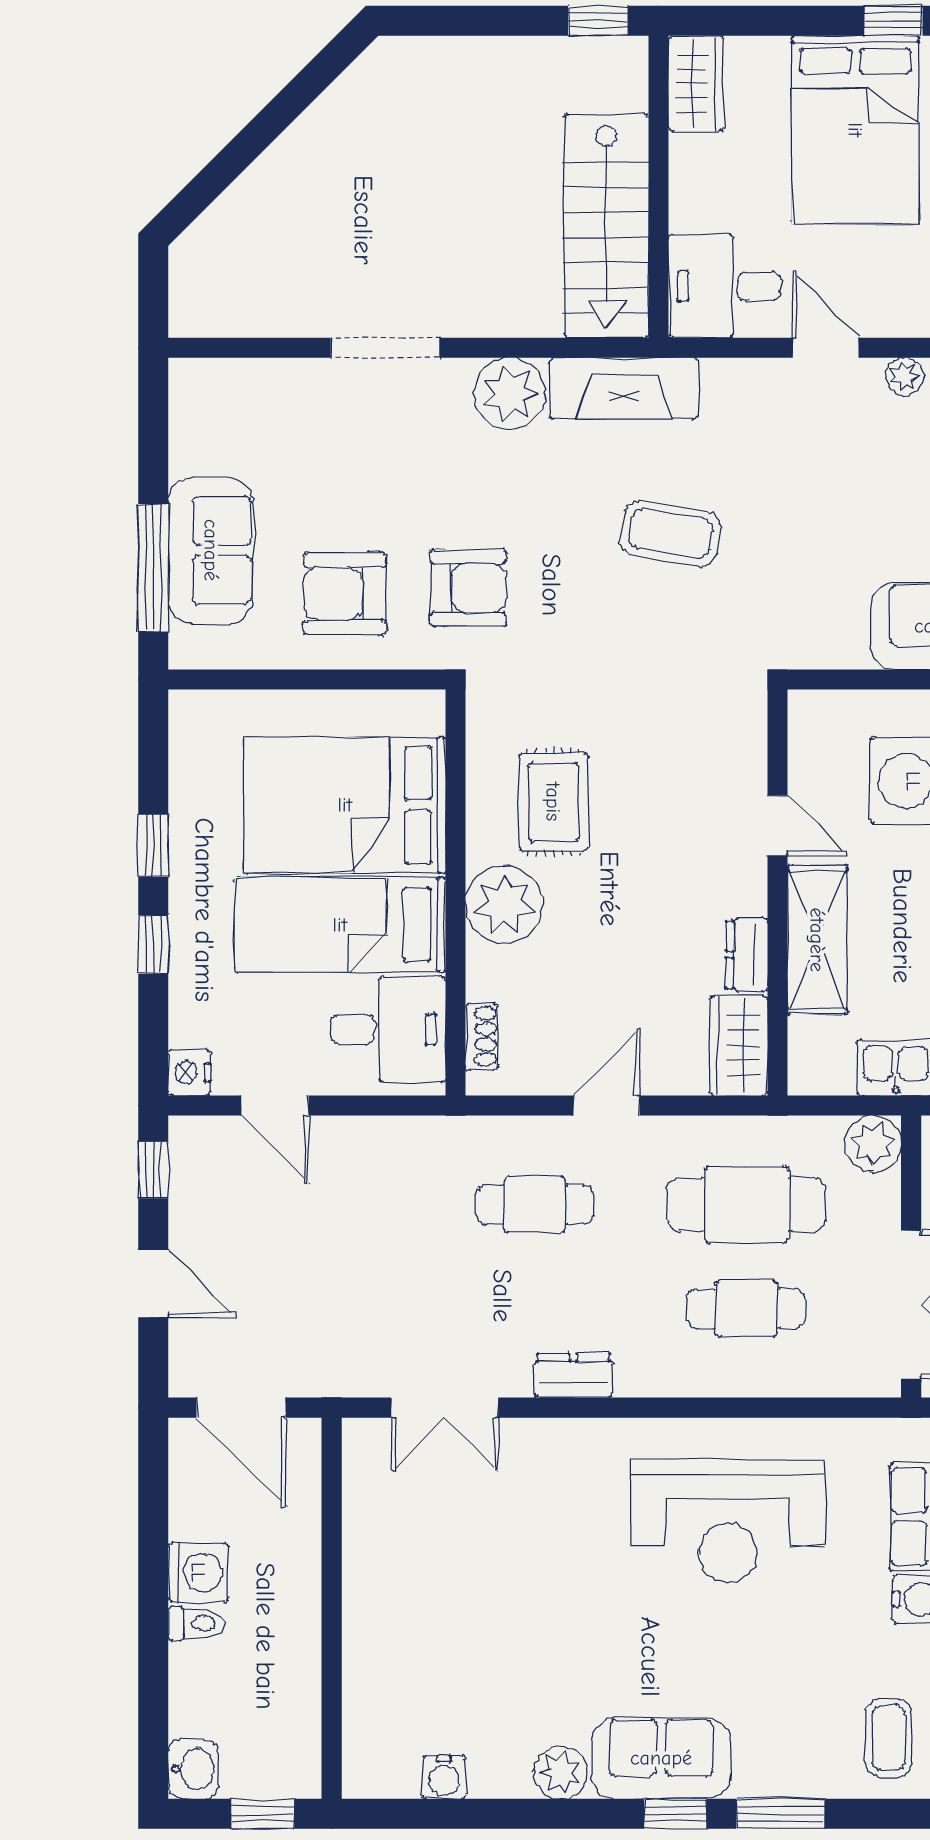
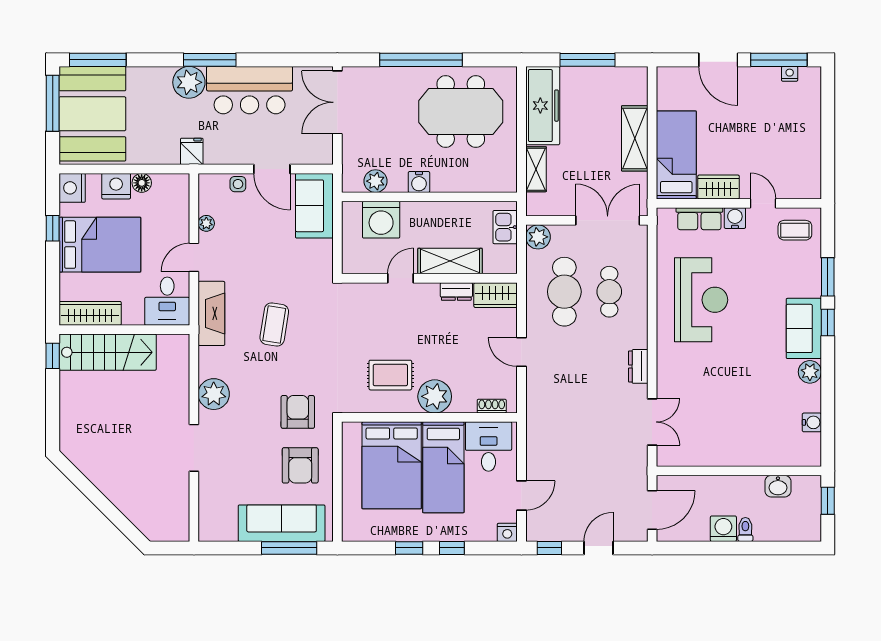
wardrobe: (696, 84) -> (90, 313), width x1.50
stairs: (606, 226) -> (108, 352), moved
fireplace: (624, 388) -> (211, 313), moved
sofa: (211, 550) -> (282, 523), width x1.36
cafe table: (535, 1205) -> (564, 383), removed
washbasin: (194, 1769) -> (778, 486), moved, turned 180

